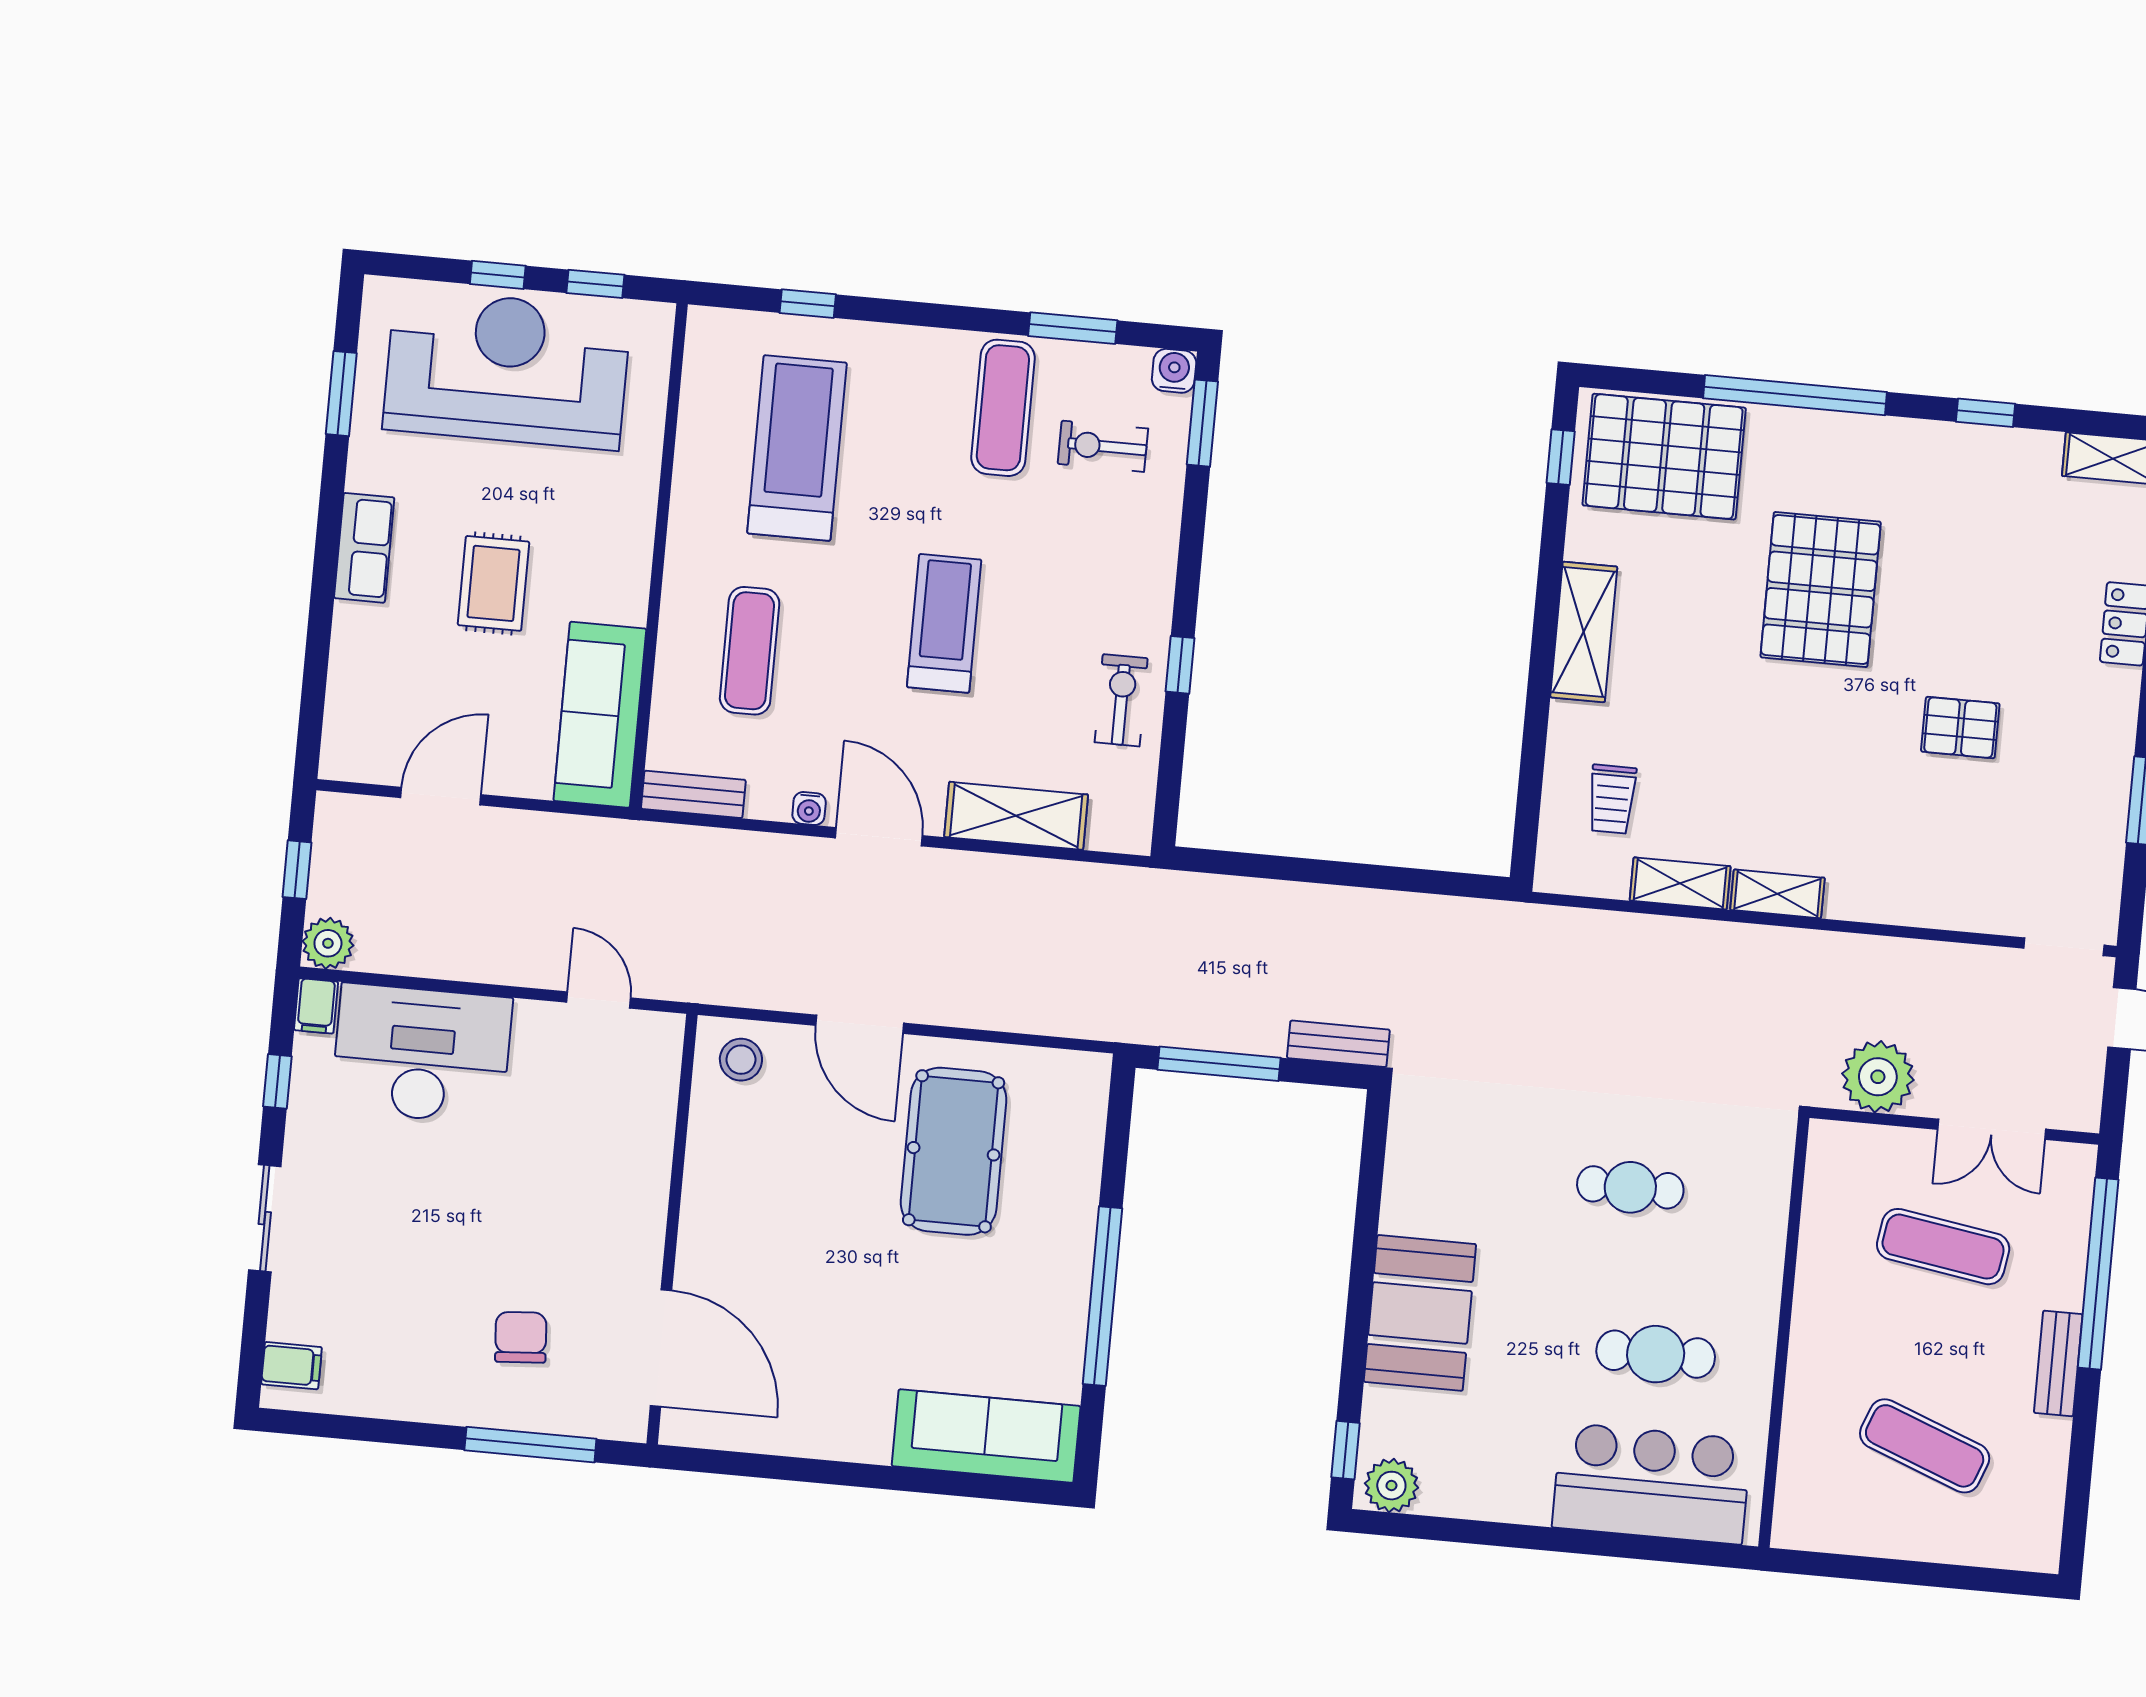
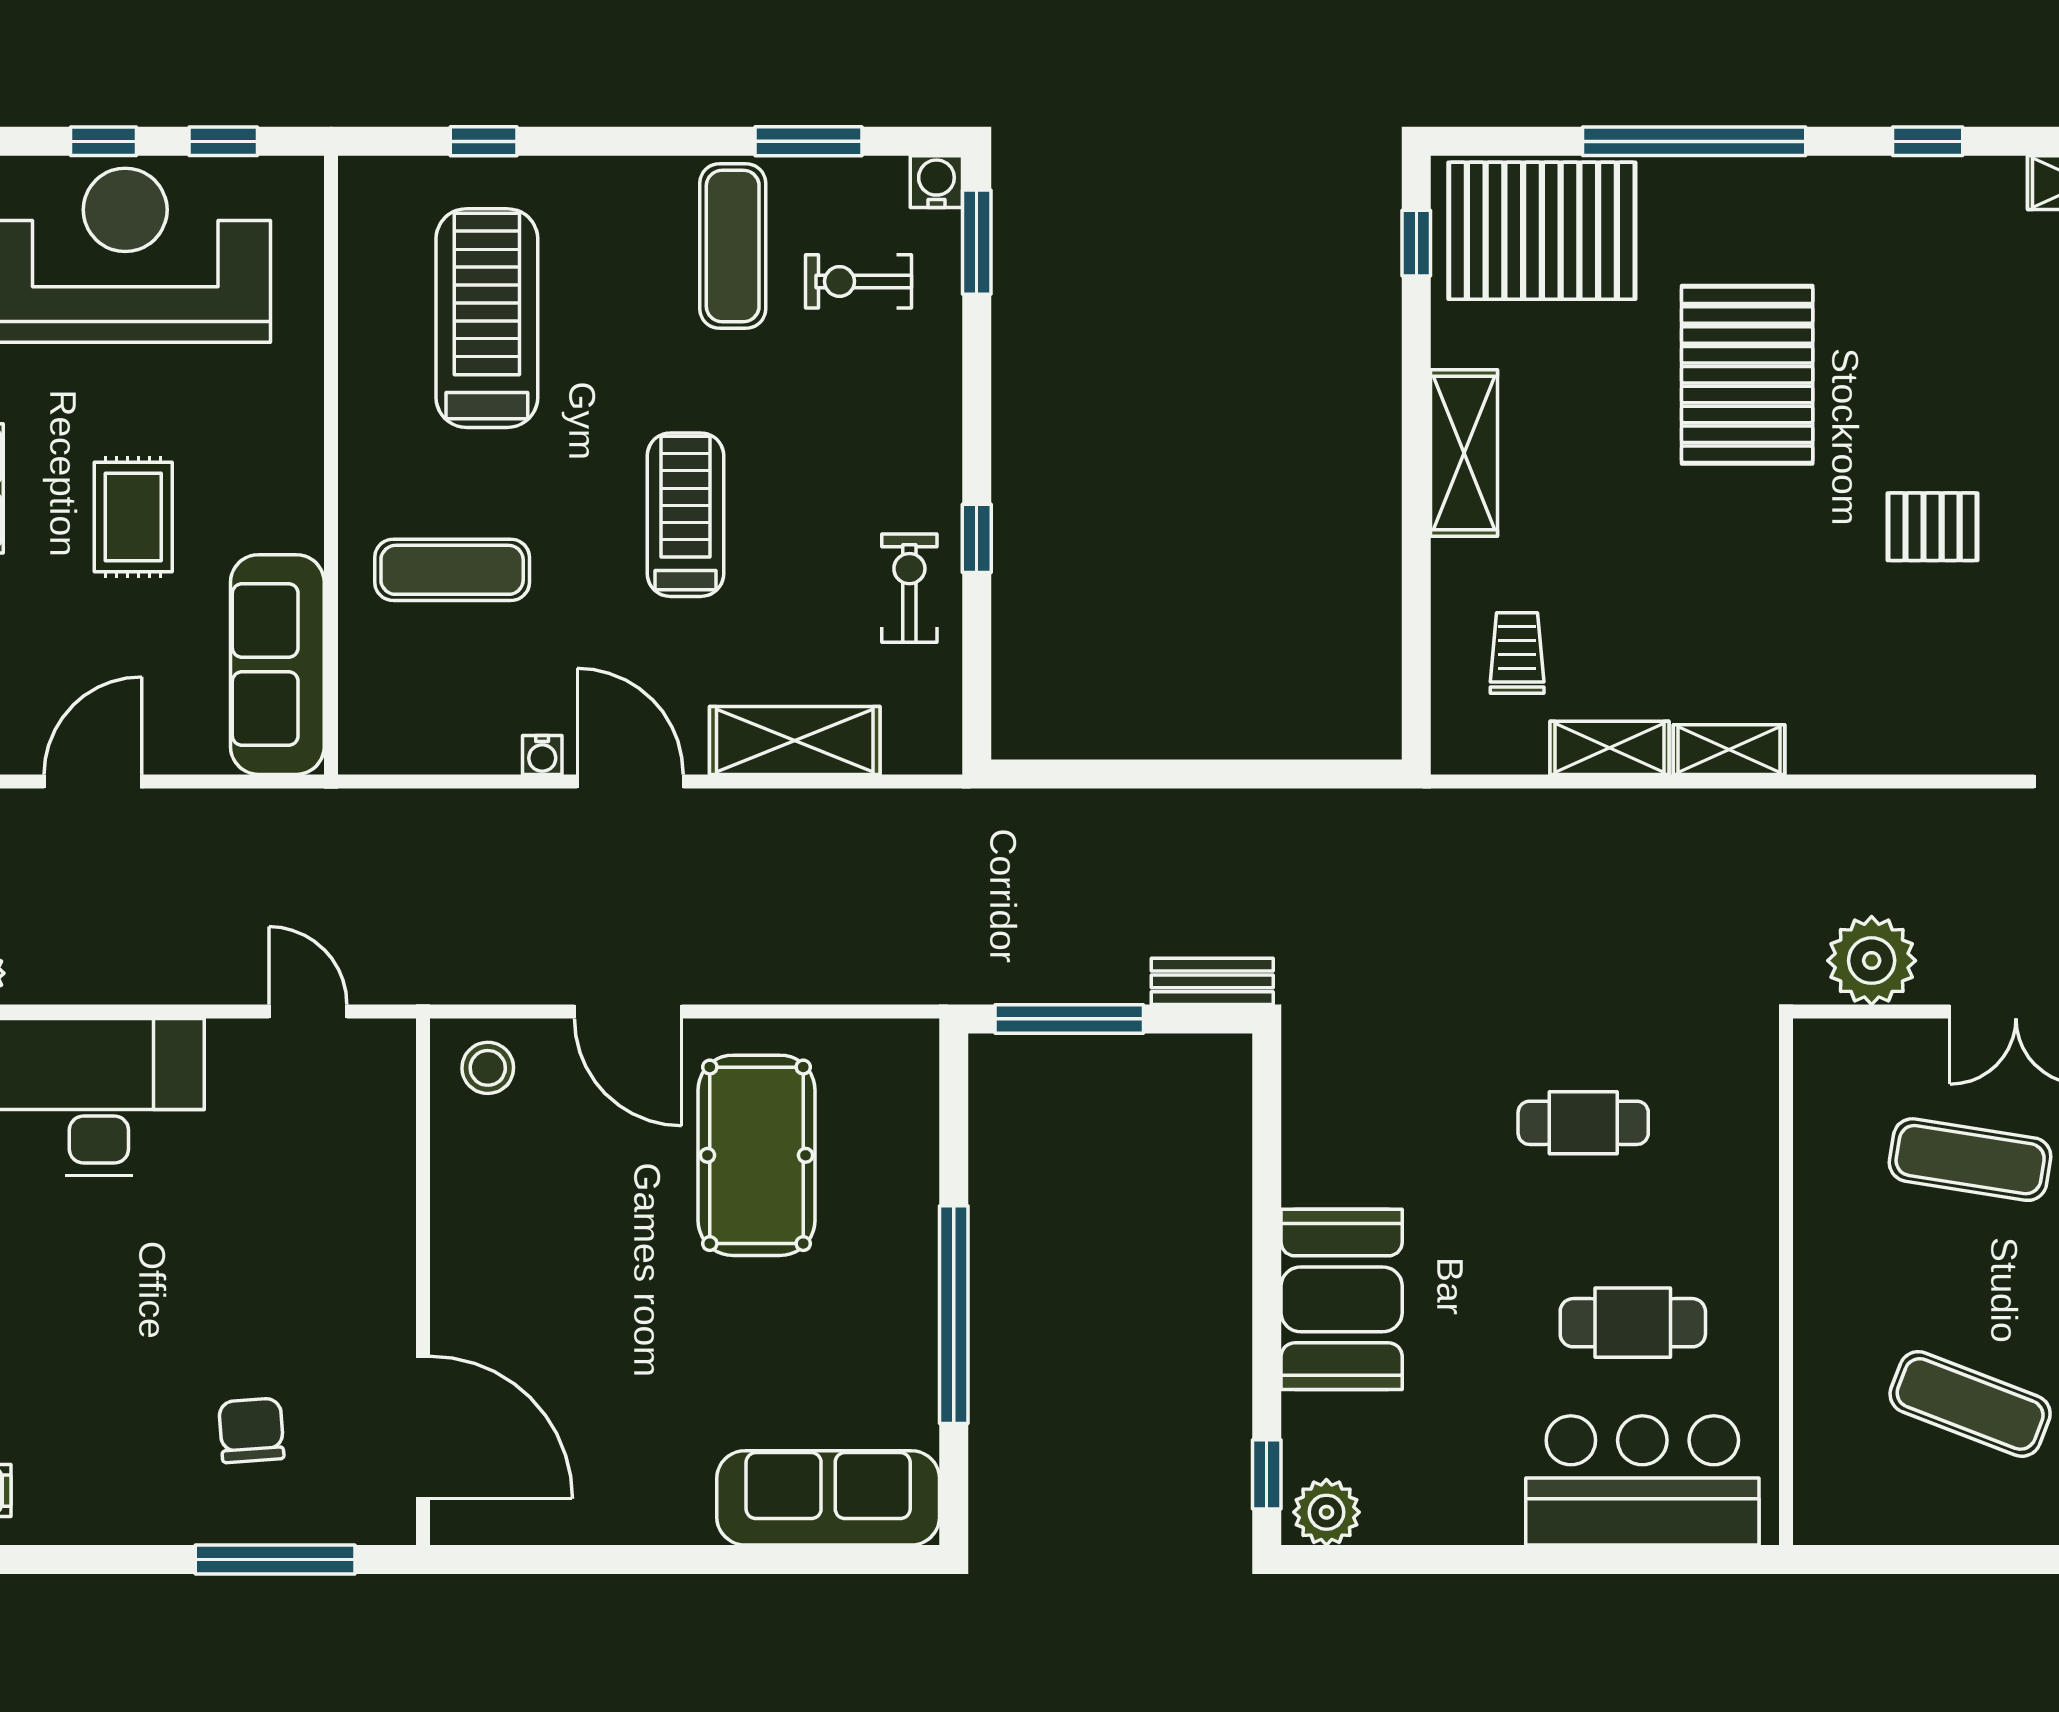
exercise mat: (750, 651) -> (452, 570), turned 90
bench: (693, 794) -> (400, 751), removed
trolley: (1612, 799) -> (1517, 653), turned 180

